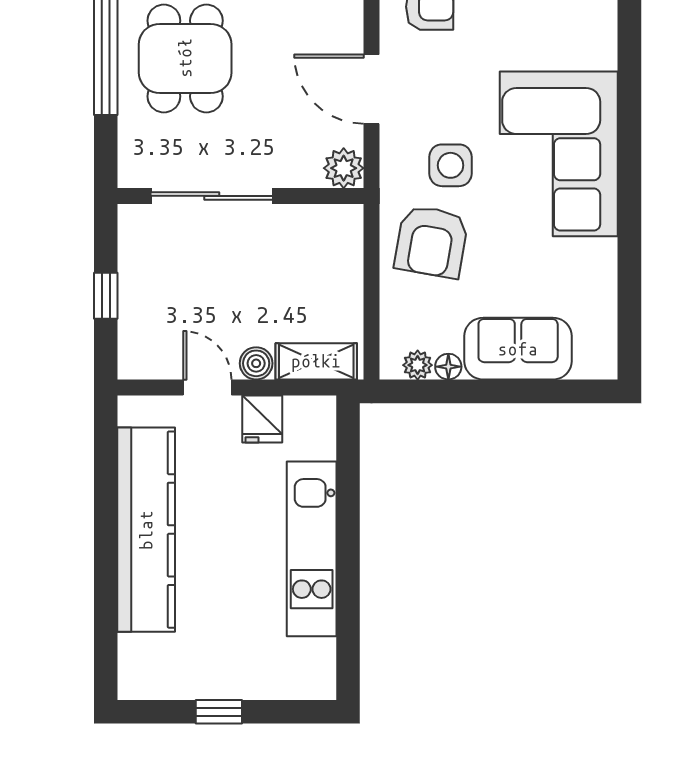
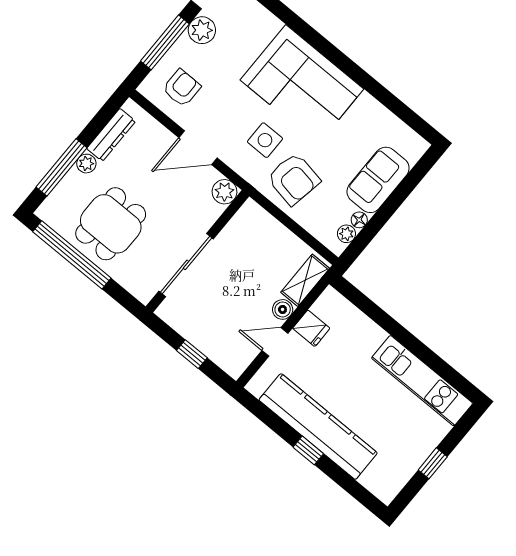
dining table: (185, 58) -> (111, 224), turned 90
window: (106, 542) -> (308, 450), added
kitchen unit: (312, 549) -> (422, 381), moved

